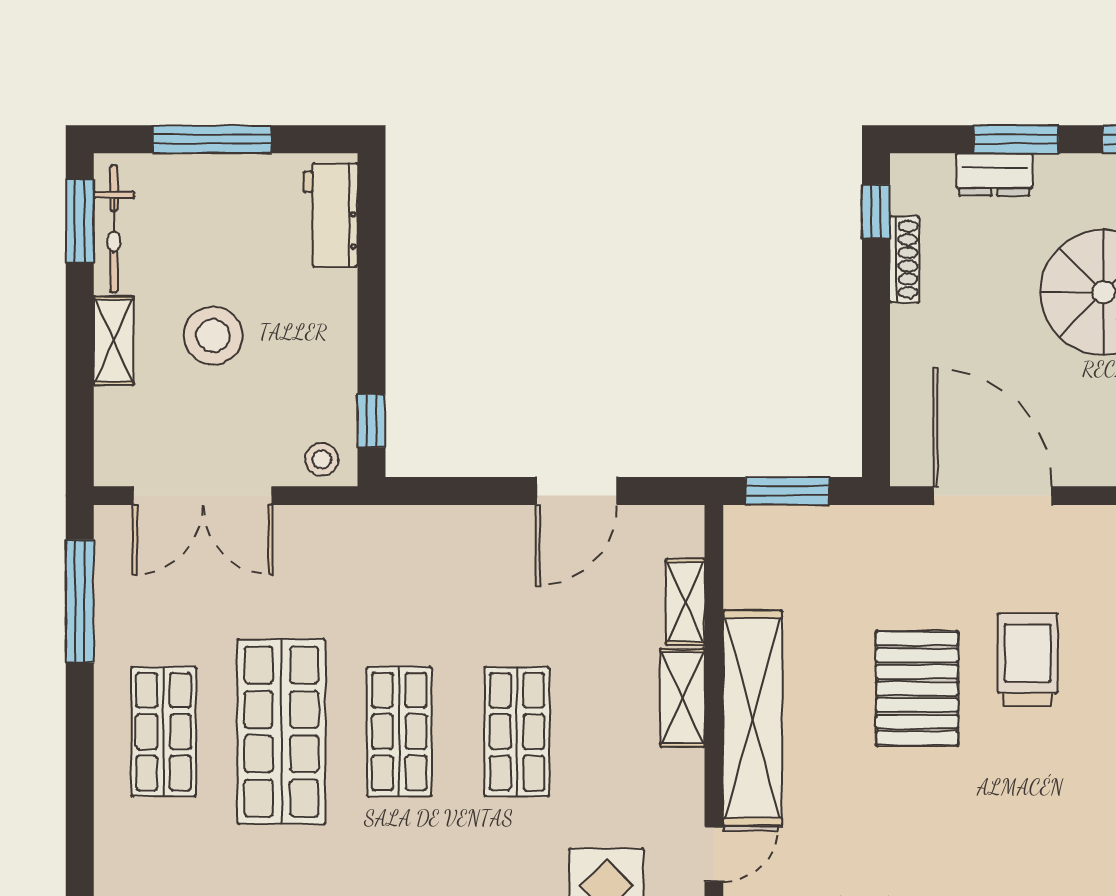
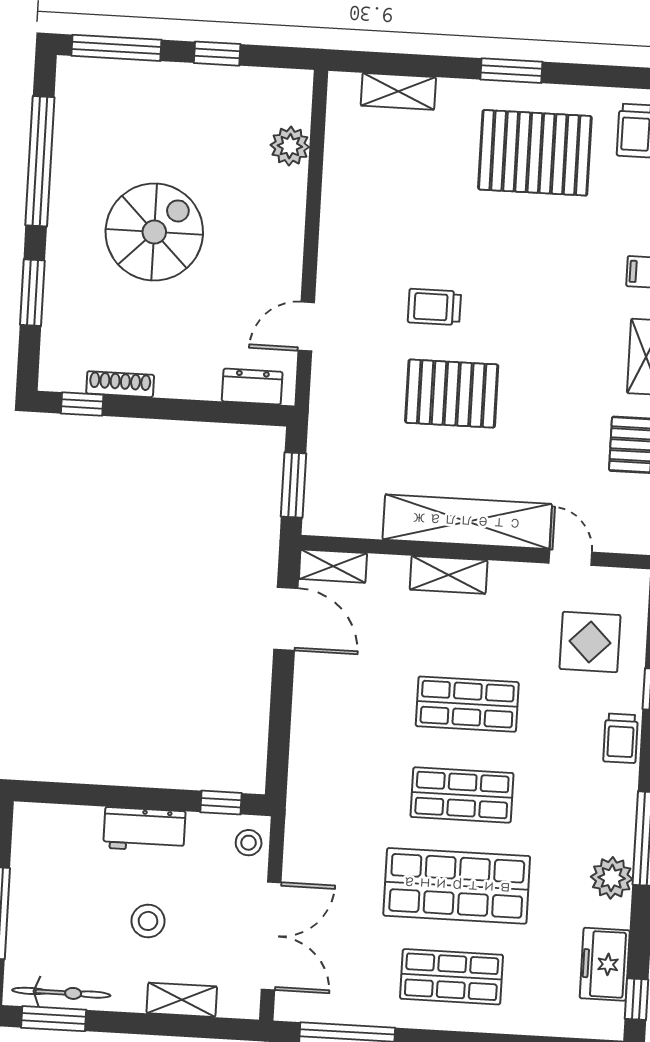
dresser: (994, 174) -> (252, 387), moved, turned -90
workbench: (331, 215) -> (144, 830), moved
stool: (213, 335) -> (148, 921), width x0.73, depth x0.73
shelving: (114, 341) -> (182, 1000), moved
door: (576, 491) -> (286, 619), moved
door: (993, 496) -> (306, 327), width x0.53
shelving: (685, 602) -> (333, 566), moved
trolley: (1028, 660) -> (434, 307), width x0.73, depth x0.72

